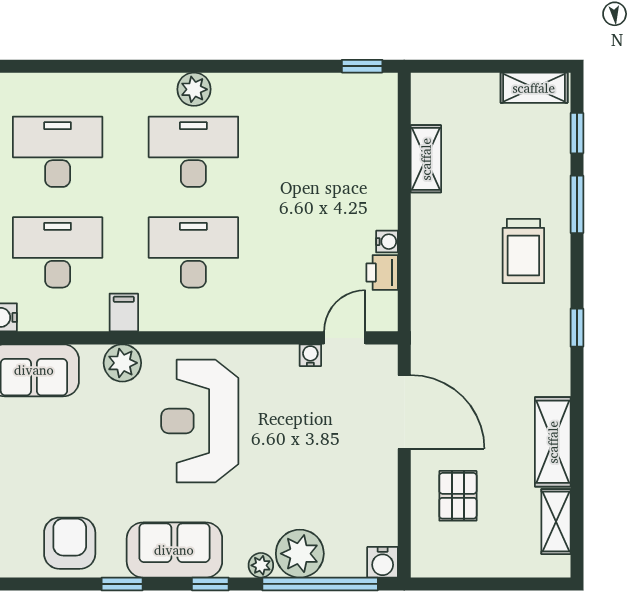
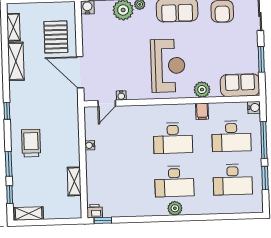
printer: (382, 272) -> (95, 211), moved, turned -90
pallet: (458, 496) -> (56, 37), width x1.50, depth x1.42

